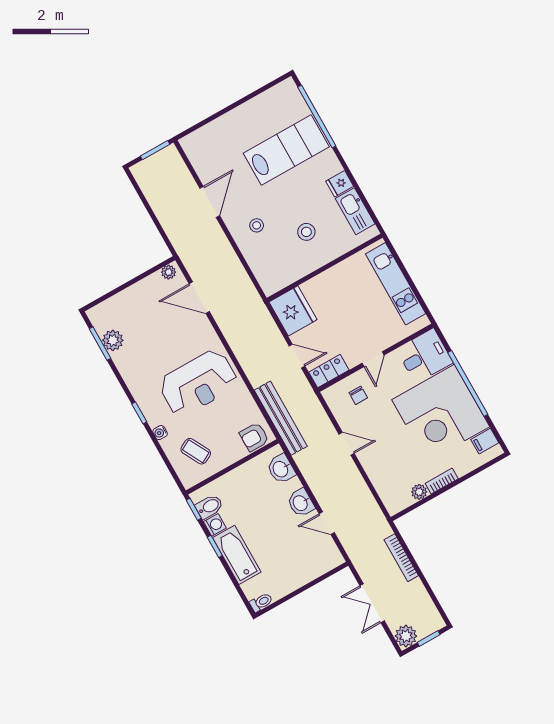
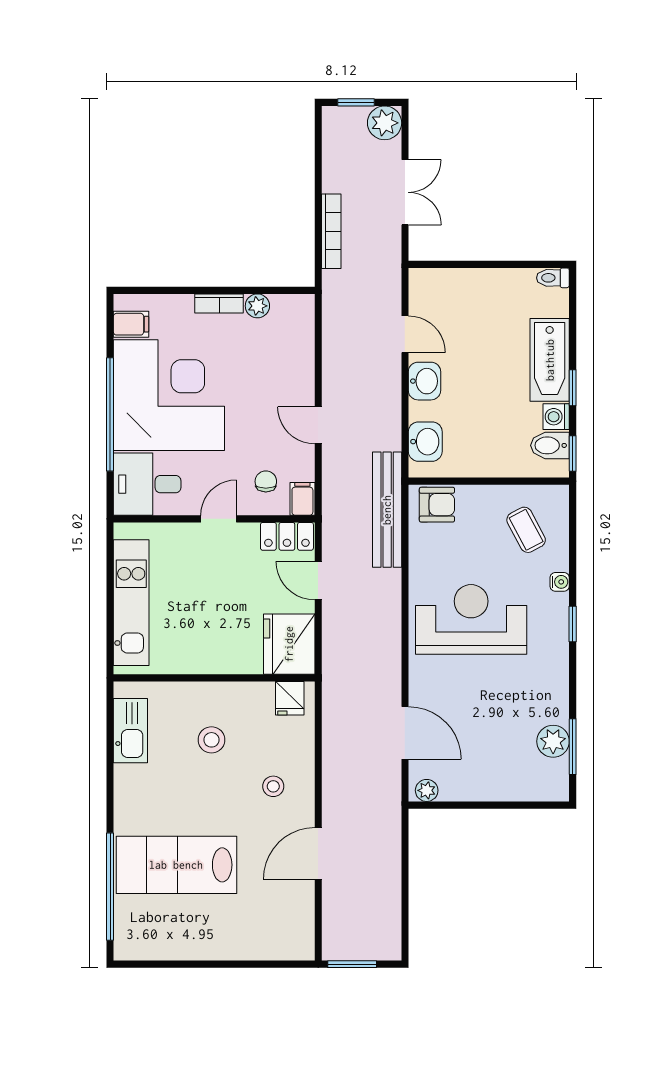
fridge: (340, 184) -> (290, 698), moved, turned 90
filing cabinet: (332, 397) -> (302, 499), added

